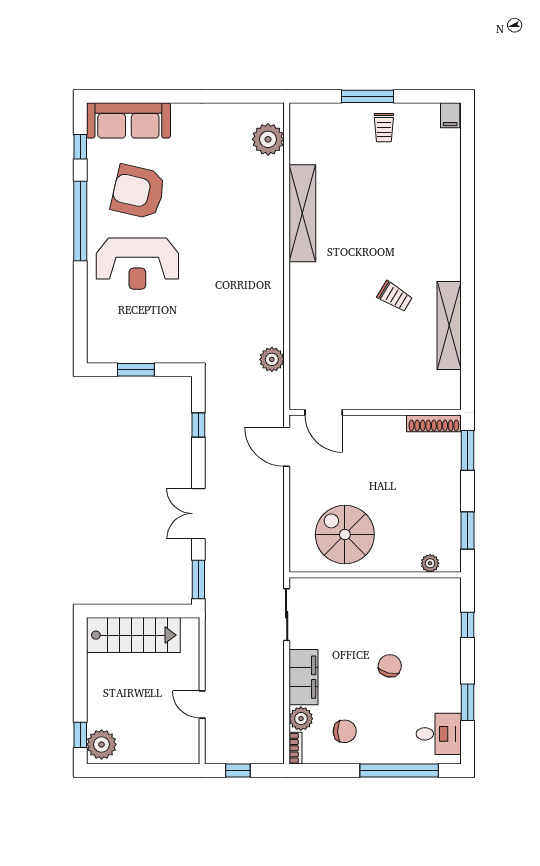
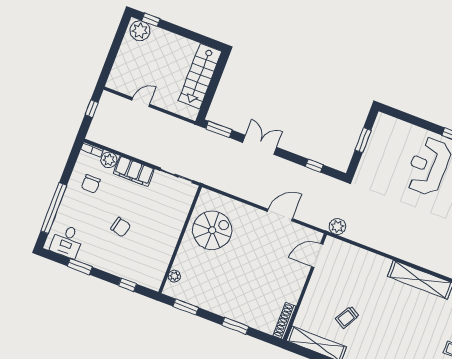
door: (324, 412) -> (317, 255), moved
wall: (375, 412) -> (305, 287), moved
shoe rack: (434, 423) -> (285, 321), moved

